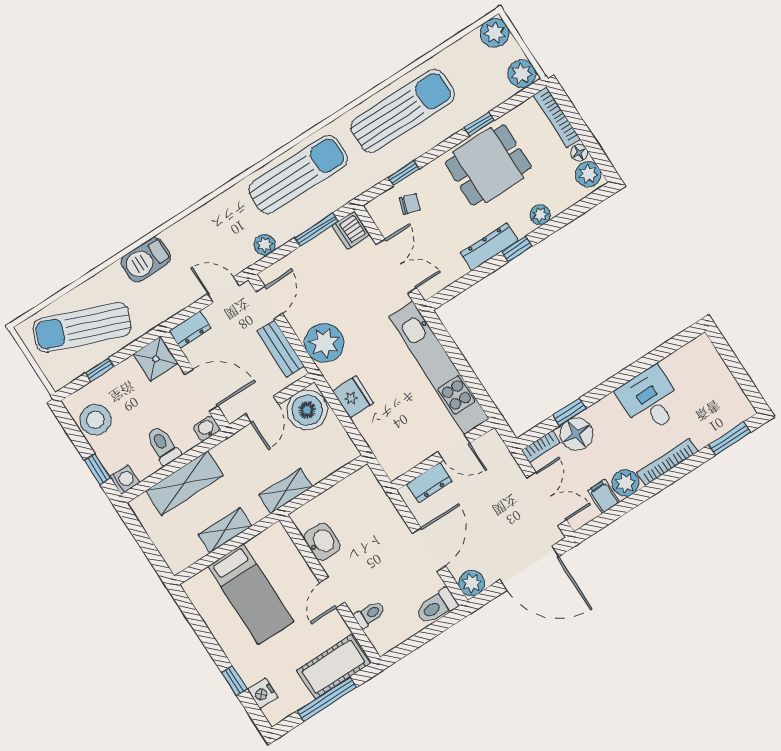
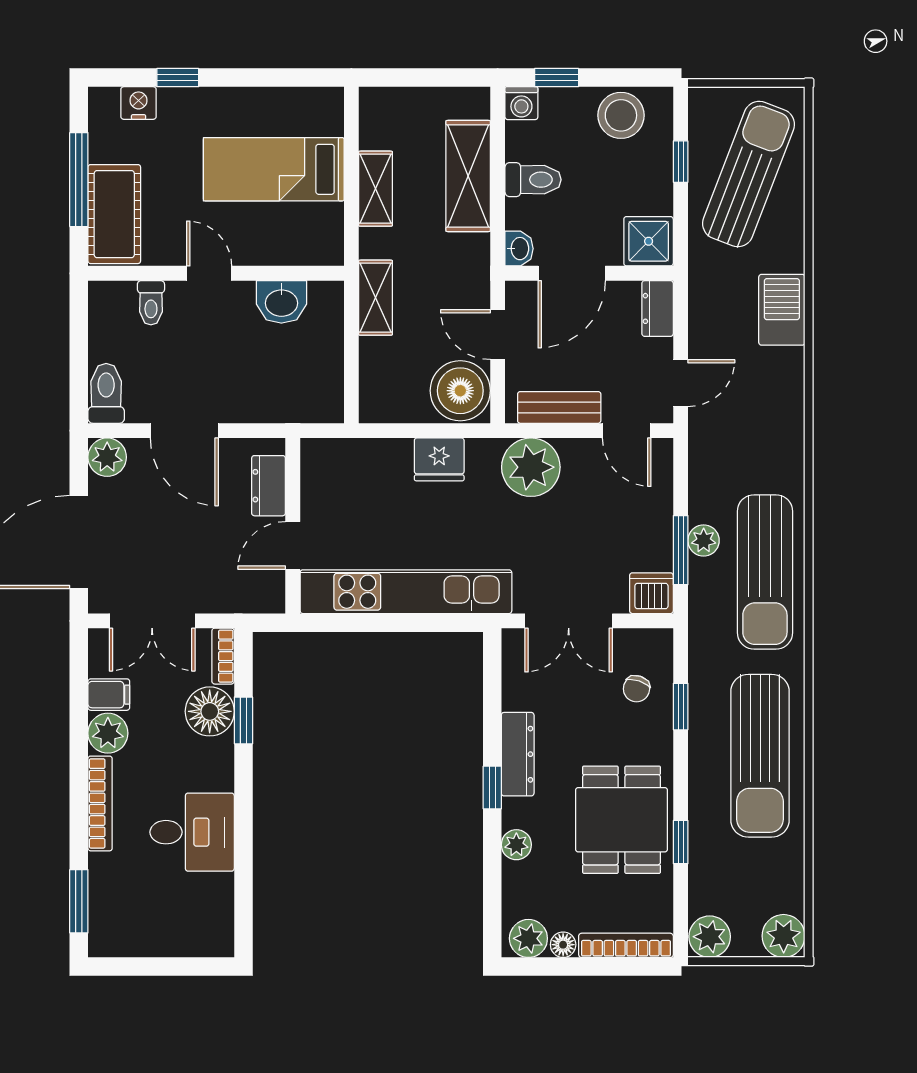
plant: (265, 245) -> (704, 540), moved

